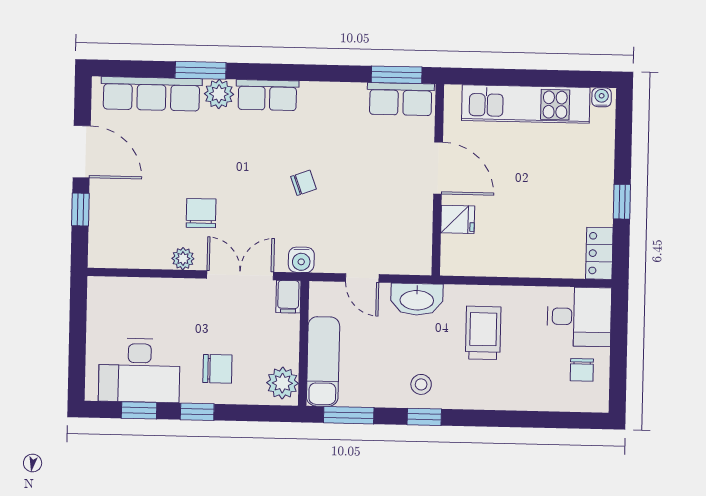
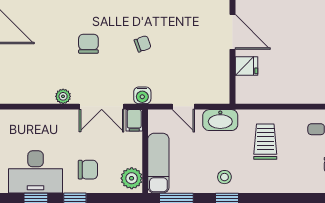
chair: (201, 213) -> (88, 44), moved
double door: (240, 275) -> (102, 107), swing flipped

